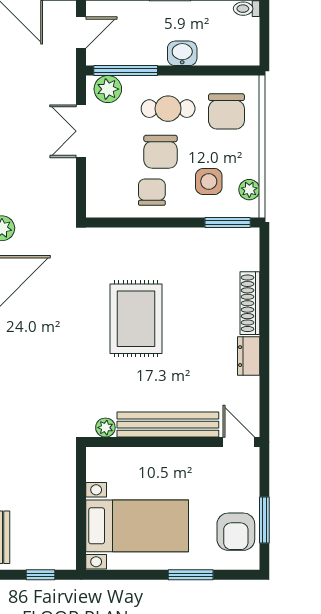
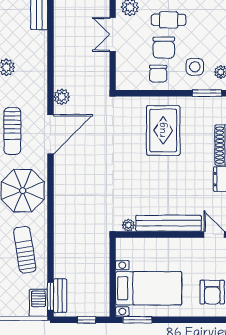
chair: (226, 111) -> (206, 22), removed
chair: (152, 192) -> (158, 74), turned 180
rug: (136, 319) -> (163, 130), moved
window: (191, 575) -> (137, 320), moved

